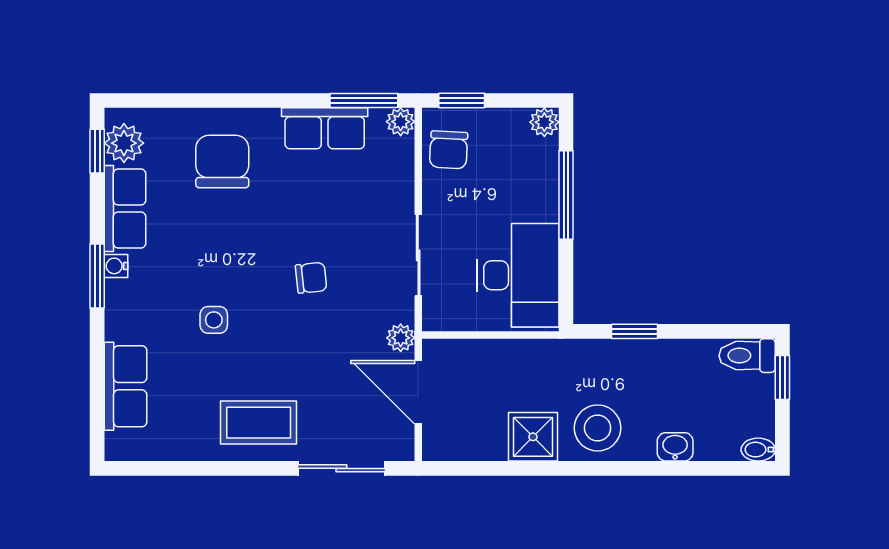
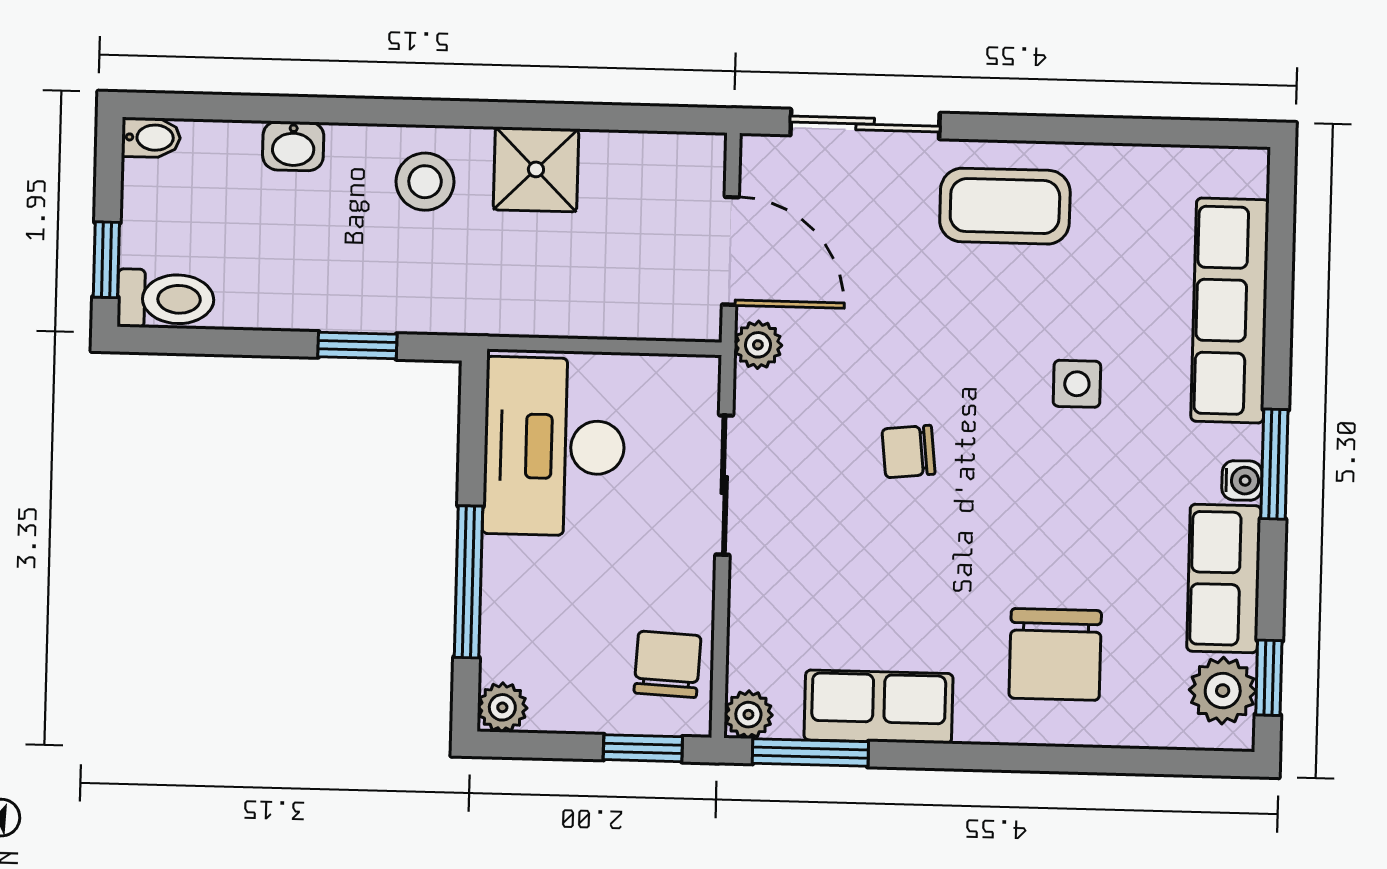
row of seats: (126, 386) -> (1230, 310), width x1.48
stool: (598, 428) -> (425, 182), width x0.73, depth x0.73

